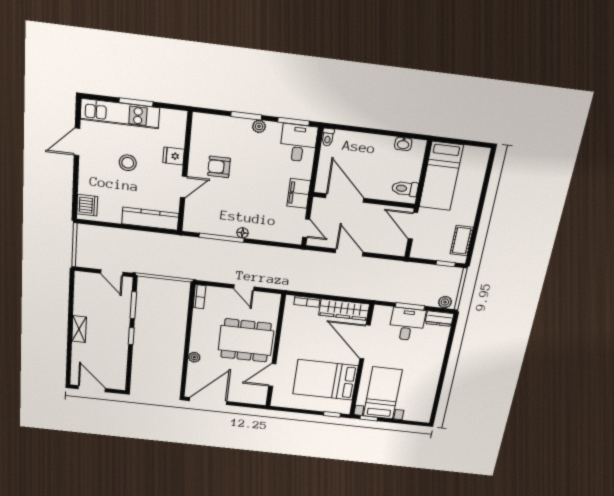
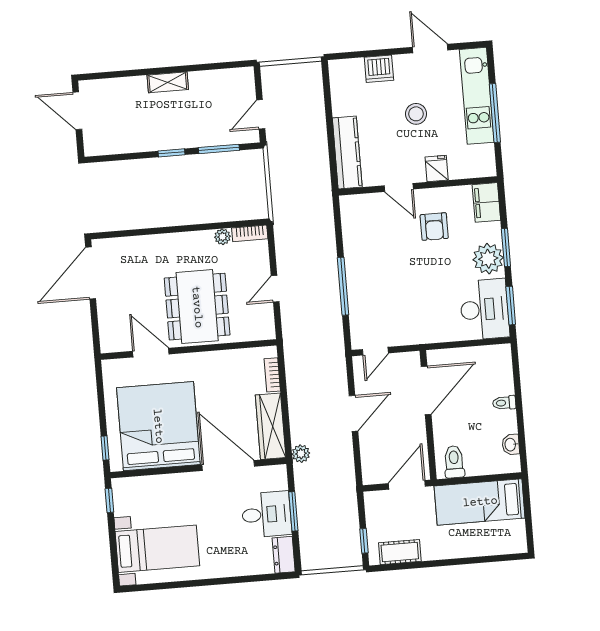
window: (136, 102) -> (495, 113), width x1.44
plant: (259, 126) -> (488, 259), width x1.87, depth x1.87
toilet: (328, 137) -> (504, 403), moved
desk: (298, 143) -> (484, 309), width x1.37
armchair: (219, 167) -> (434, 227), turned 180
filing cabinet: (299, 193) -> (486, 202), moved, turned -90
dishwasher: (87, 205) -> (379, 69), moved
floor lamp: (242, 233) -> (352, 272), removed
window: (222, 238) -> (343, 286), moved
plant: (445, 302) -> (301, 454), moved
door: (365, 342) -> (228, 466), hinge flipped
plant: (194, 357) -> (223, 237), moved
bed: (325, 380) -> (158, 426), width x1.36
door: (92, 389) -> (77, 111), swing flipped
bed with nightstands: (383, 393) -> (157, 549), moved
door: (208, 401) -> (91, 273), swing flipped

